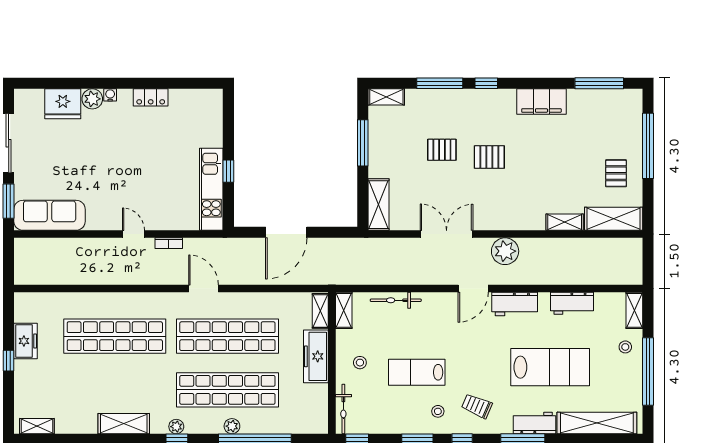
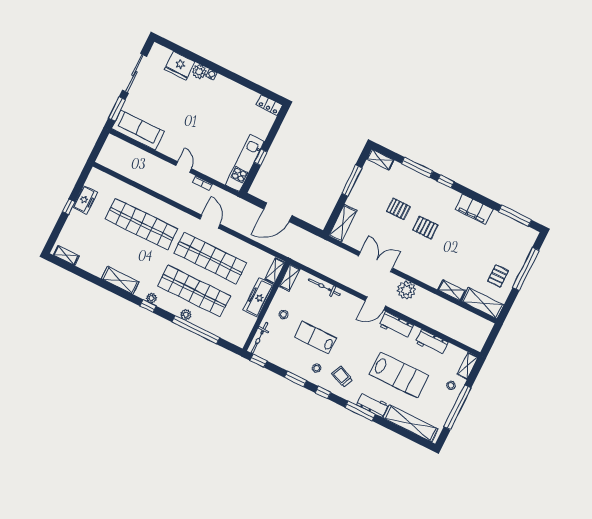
locker: (151, 97) -> (269, 105), moved

